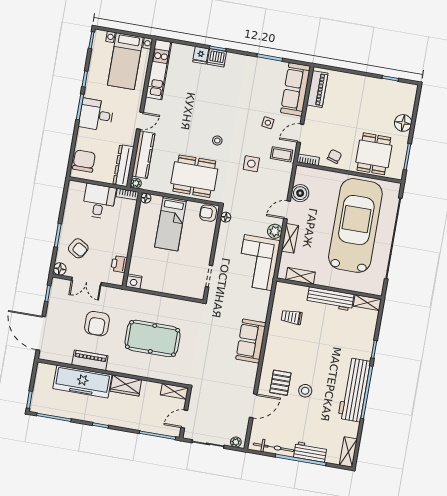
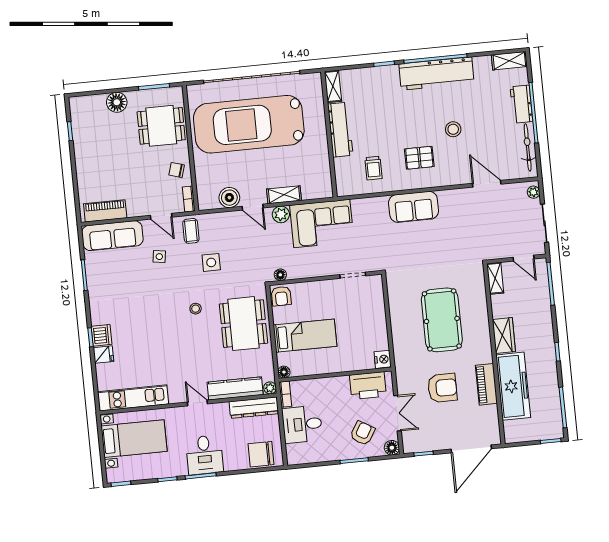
printer: (119, 264) -> (368, 385), width x1.87, depth x1.48
shelving: (301, 276) -> (324, 171), removed
pallet: (280, 383) -> (419, 158), moved

